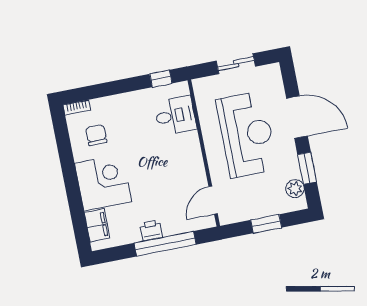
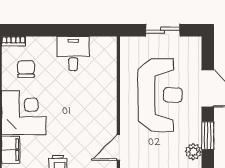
window: (161, 79) -> (93, 30), removed
desk: (175, 116) -> (73, 54), moved, turned -90

